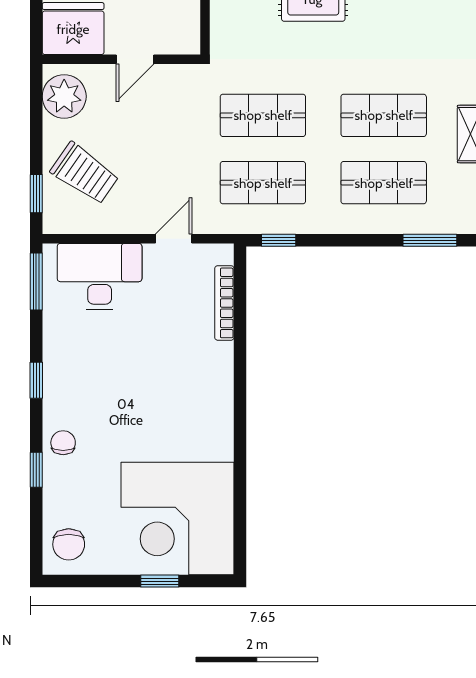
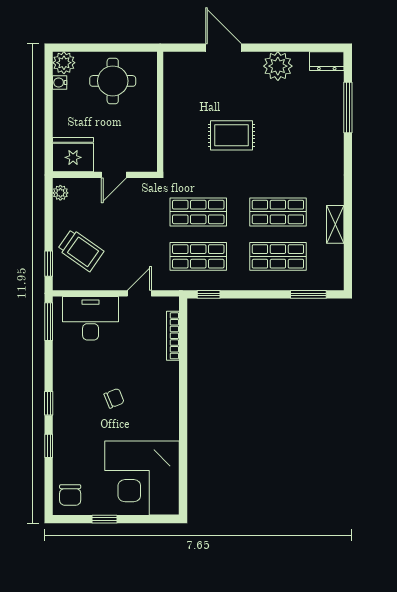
plant: (64, 96) -> (60, 193), width x0.53, depth x0.53
window: (36, 380) -> (49, 403), moved
chair: (63, 443) -> (114, 398), moved, turned 68
window: (160, 581) -> (105, 519), moved

